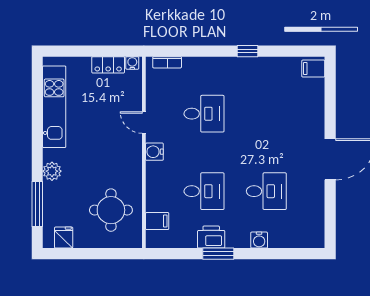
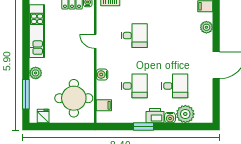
plant: (315, 101) -> (206, 27), added
water cooler: (154, 152) -> (102, 75), moved
round table: (111, 210) -> (74, 98), width x1.36, depth x1.36
plant: (283, 234) -> (185, 114), added
printer: (211, 237) -> (155, 116), moved

